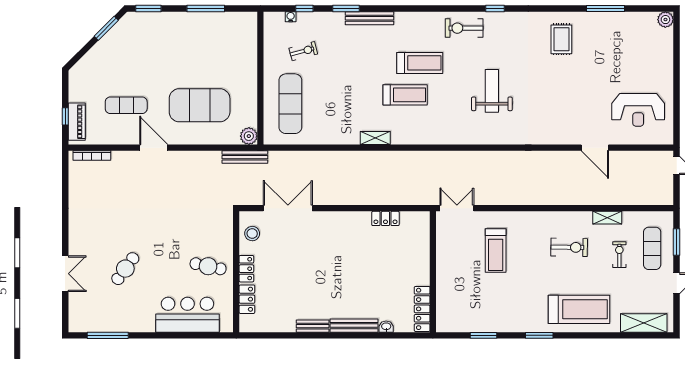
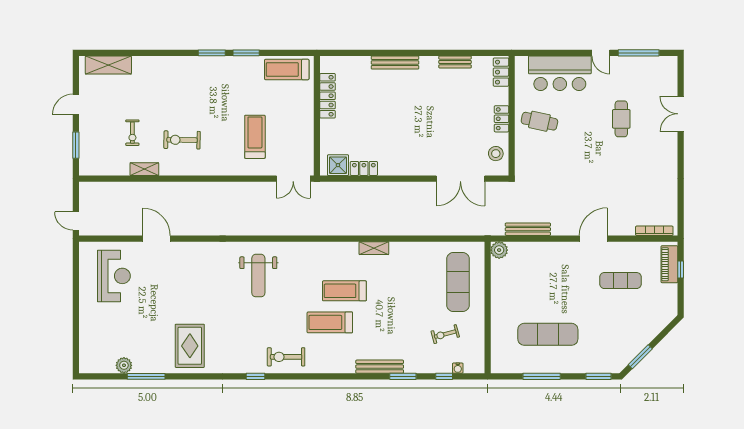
plant: (665, 20) -> (124, 365), moved
exercise bike: (464, 28) -> (286, 357), turned 180
rug: (561, 39) -> (190, 346), width x1.36, depth x1.43
weight bench: (492, 91) -> (258, 276), moved
exercise mat: (200, 105) -> (548, 334), moved, width x0.68
reception desk: (638, 110) -> (114, 276), turned 90
door: (154, 148) -> (593, 239), swing flipped
bench: (245, 157) -> (528, 229), moved
shower: (412, 222) -> (338, 165), added
exercise mat: (652, 248) -> (100, 139), removed
cafe table: (125, 269) -> (621, 119), turned -36
locker: (247, 299) -> (501, 72), moved
locker: (422, 309) -> (328, 96), moved
treadmill: (579, 309) -> (287, 69), moved, width x0.73, depth x0.73
bench: (313, 326) -> (455, 62), moved
washbasin: (386, 327) -> (363, 61), removed
door: (146, 335) -> (601, 53), added
window: (484, 335) -> (246, 53), moved

